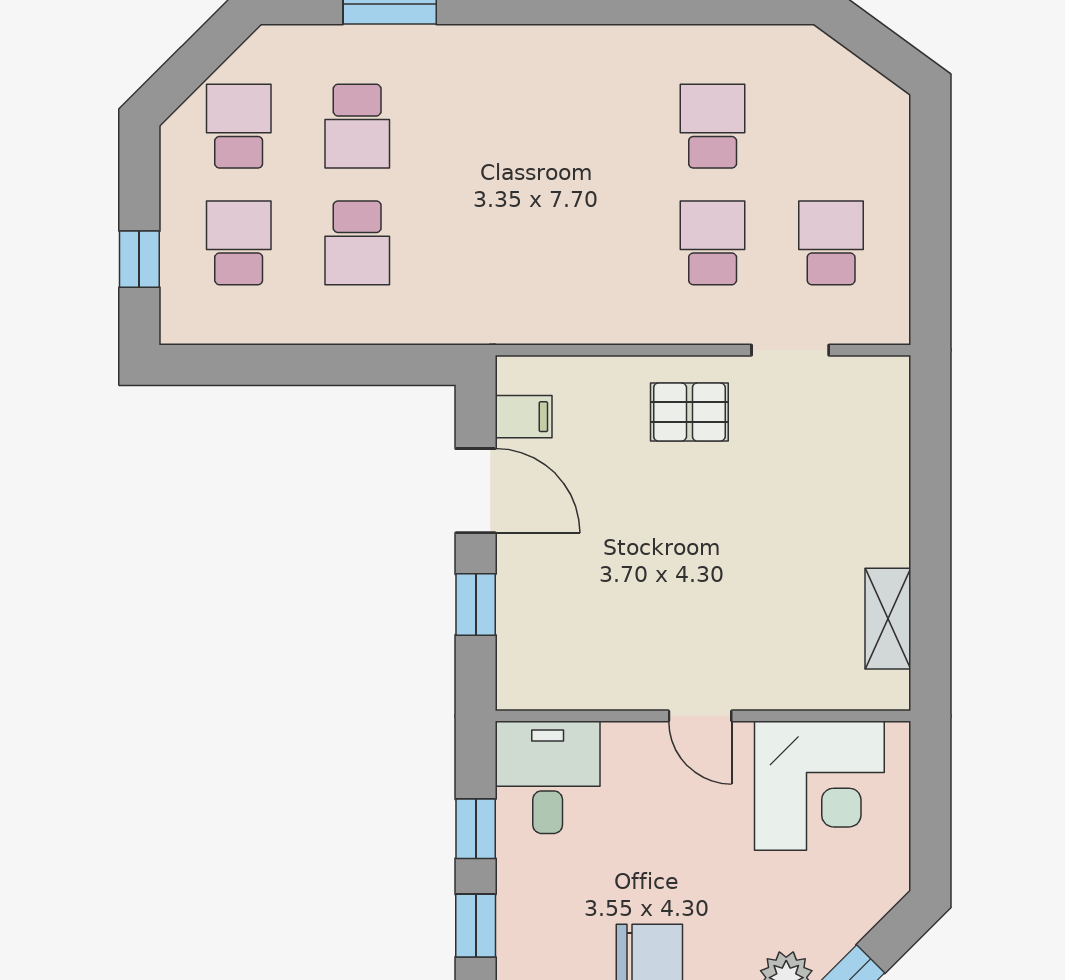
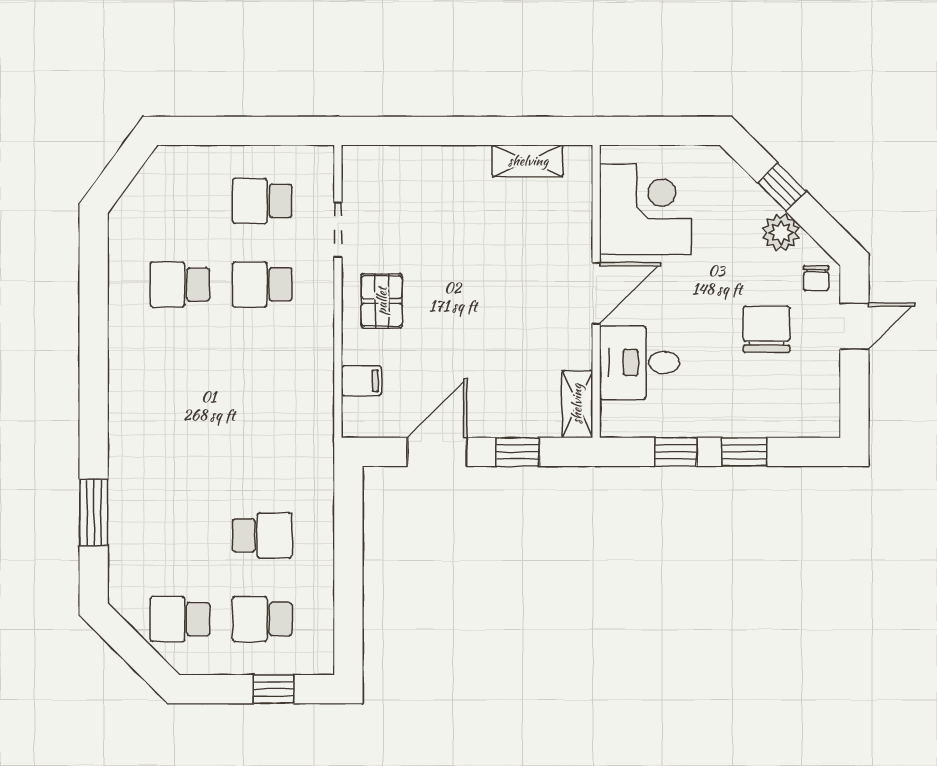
school desk: (357, 126) -> (180, 535), removed
filing cabinet: (524, 417) -> (361, 381), moved, turned 90
shelving: (543, 689) -> (577, 404), added
door: (700, 716) -> (596, 293), width x1.38
desk: (548, 777) -> (639, 363), moved

